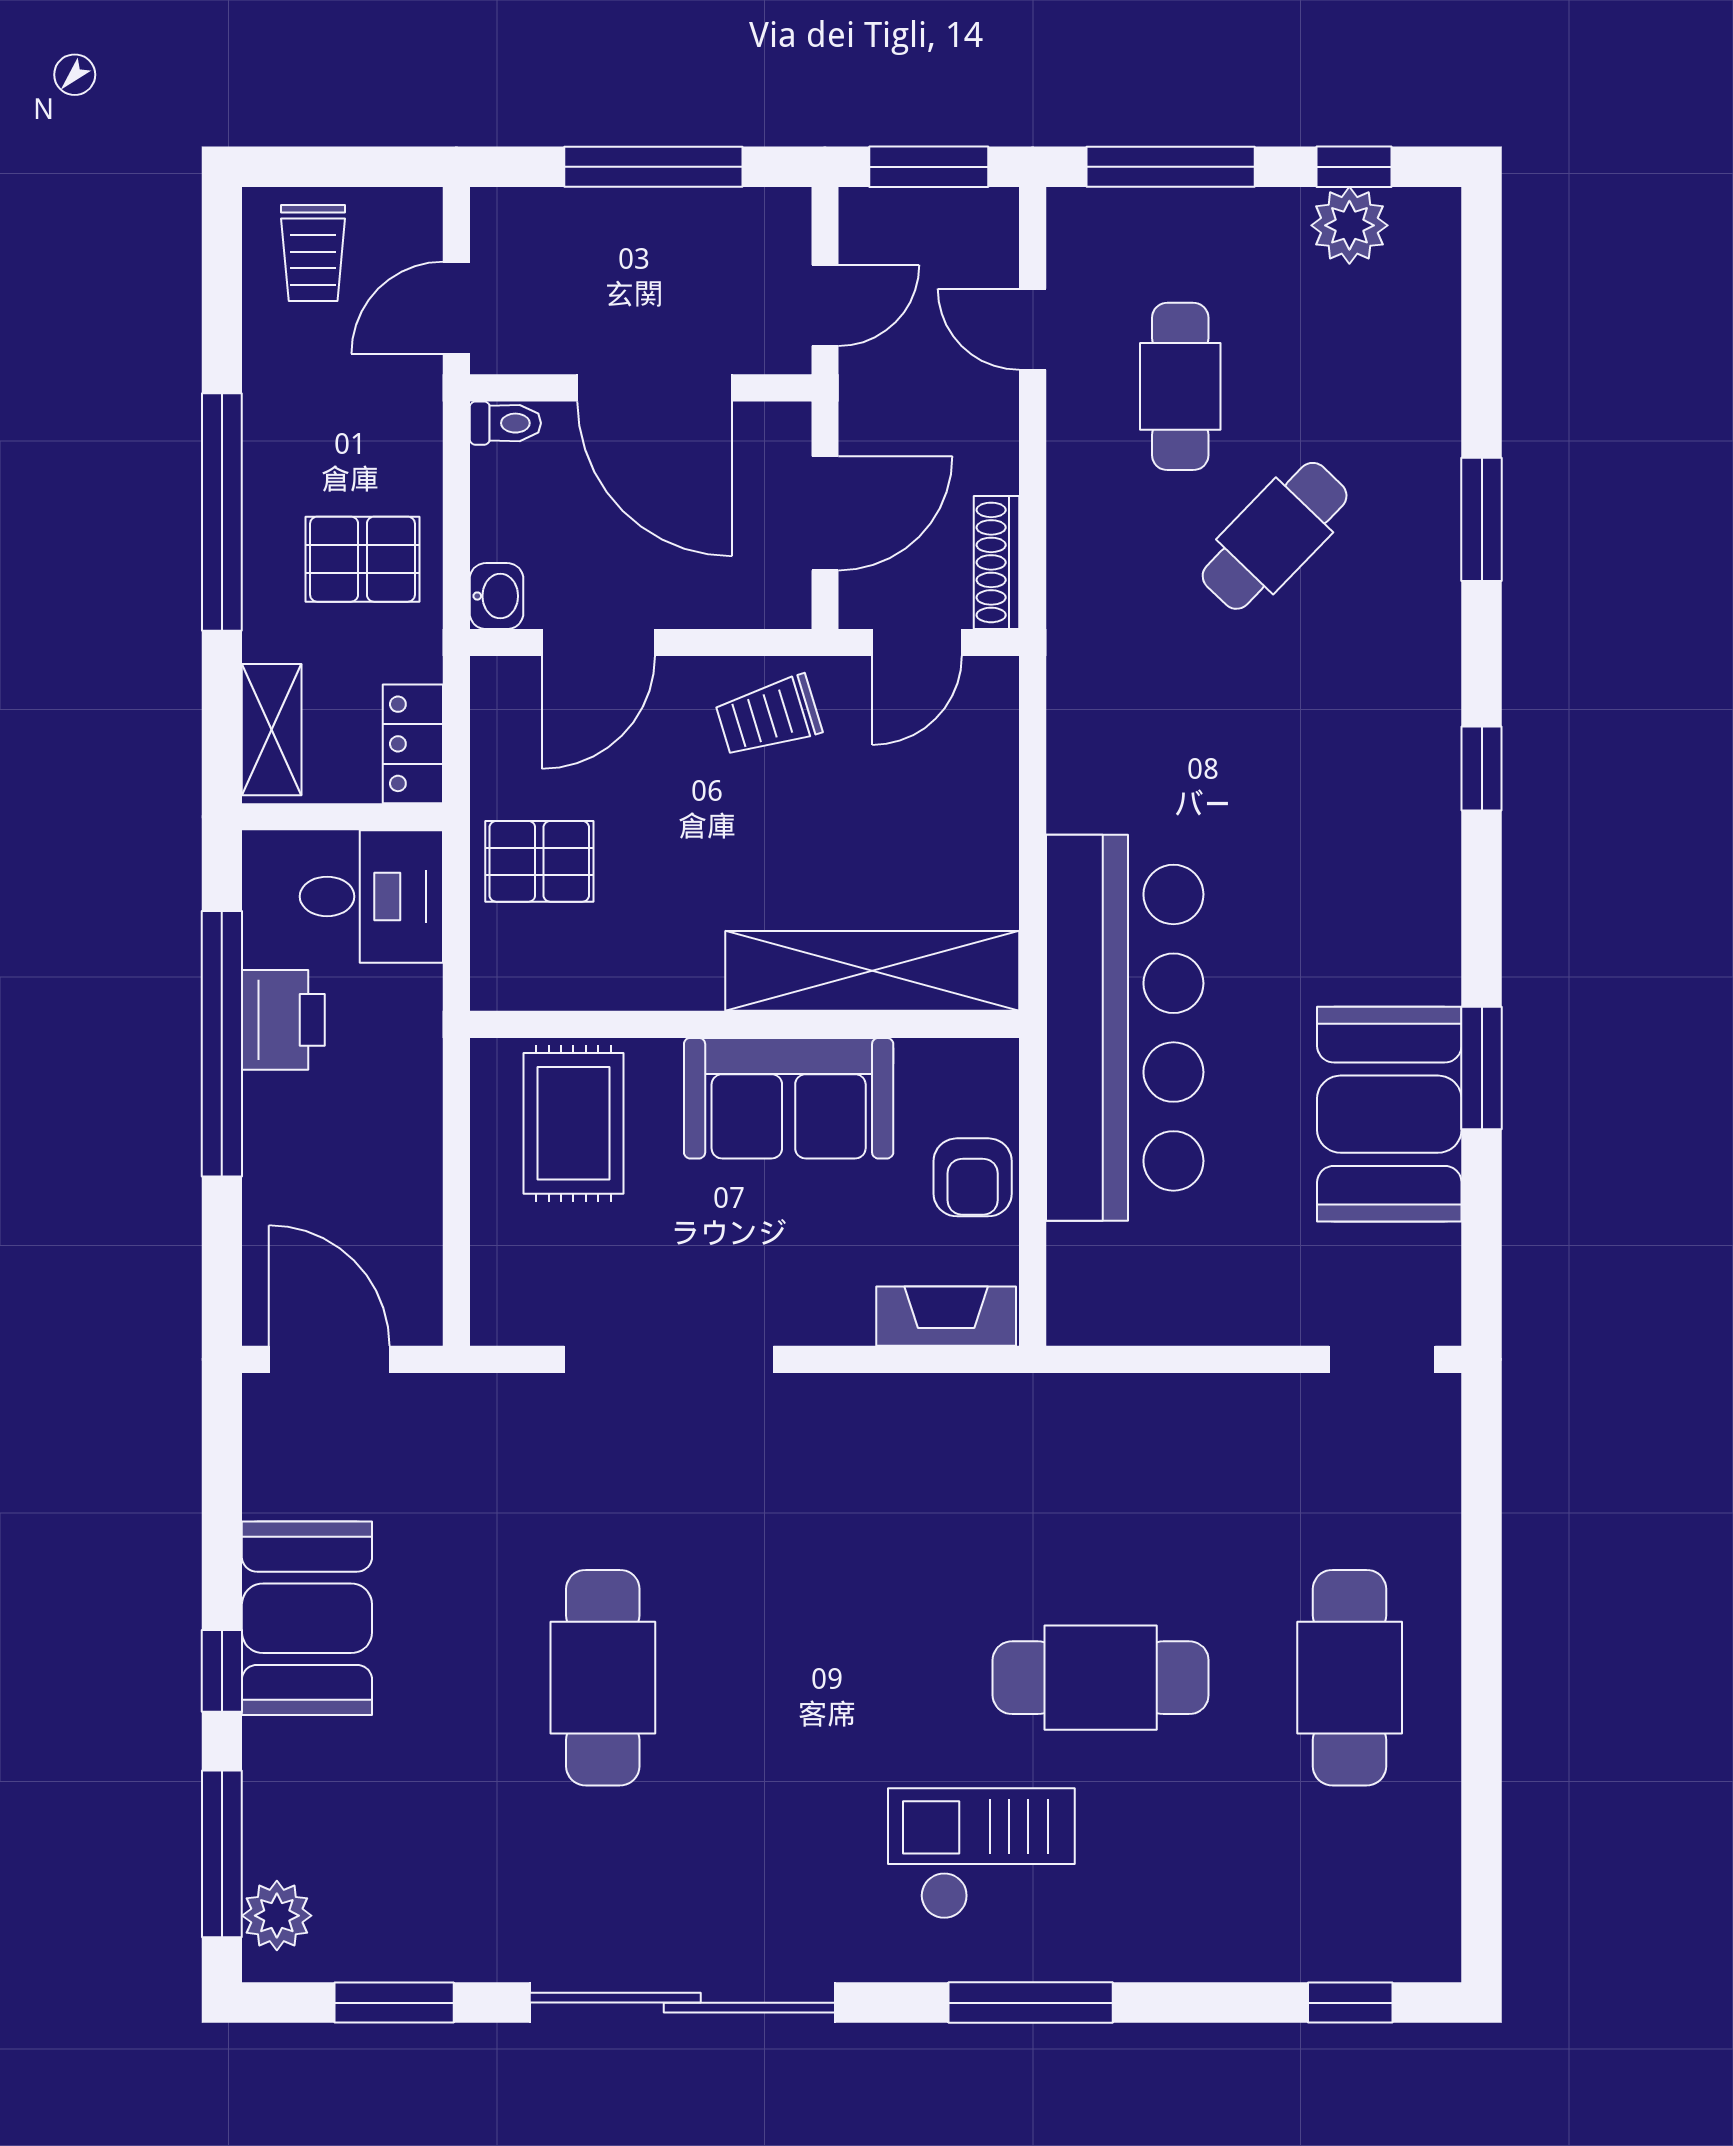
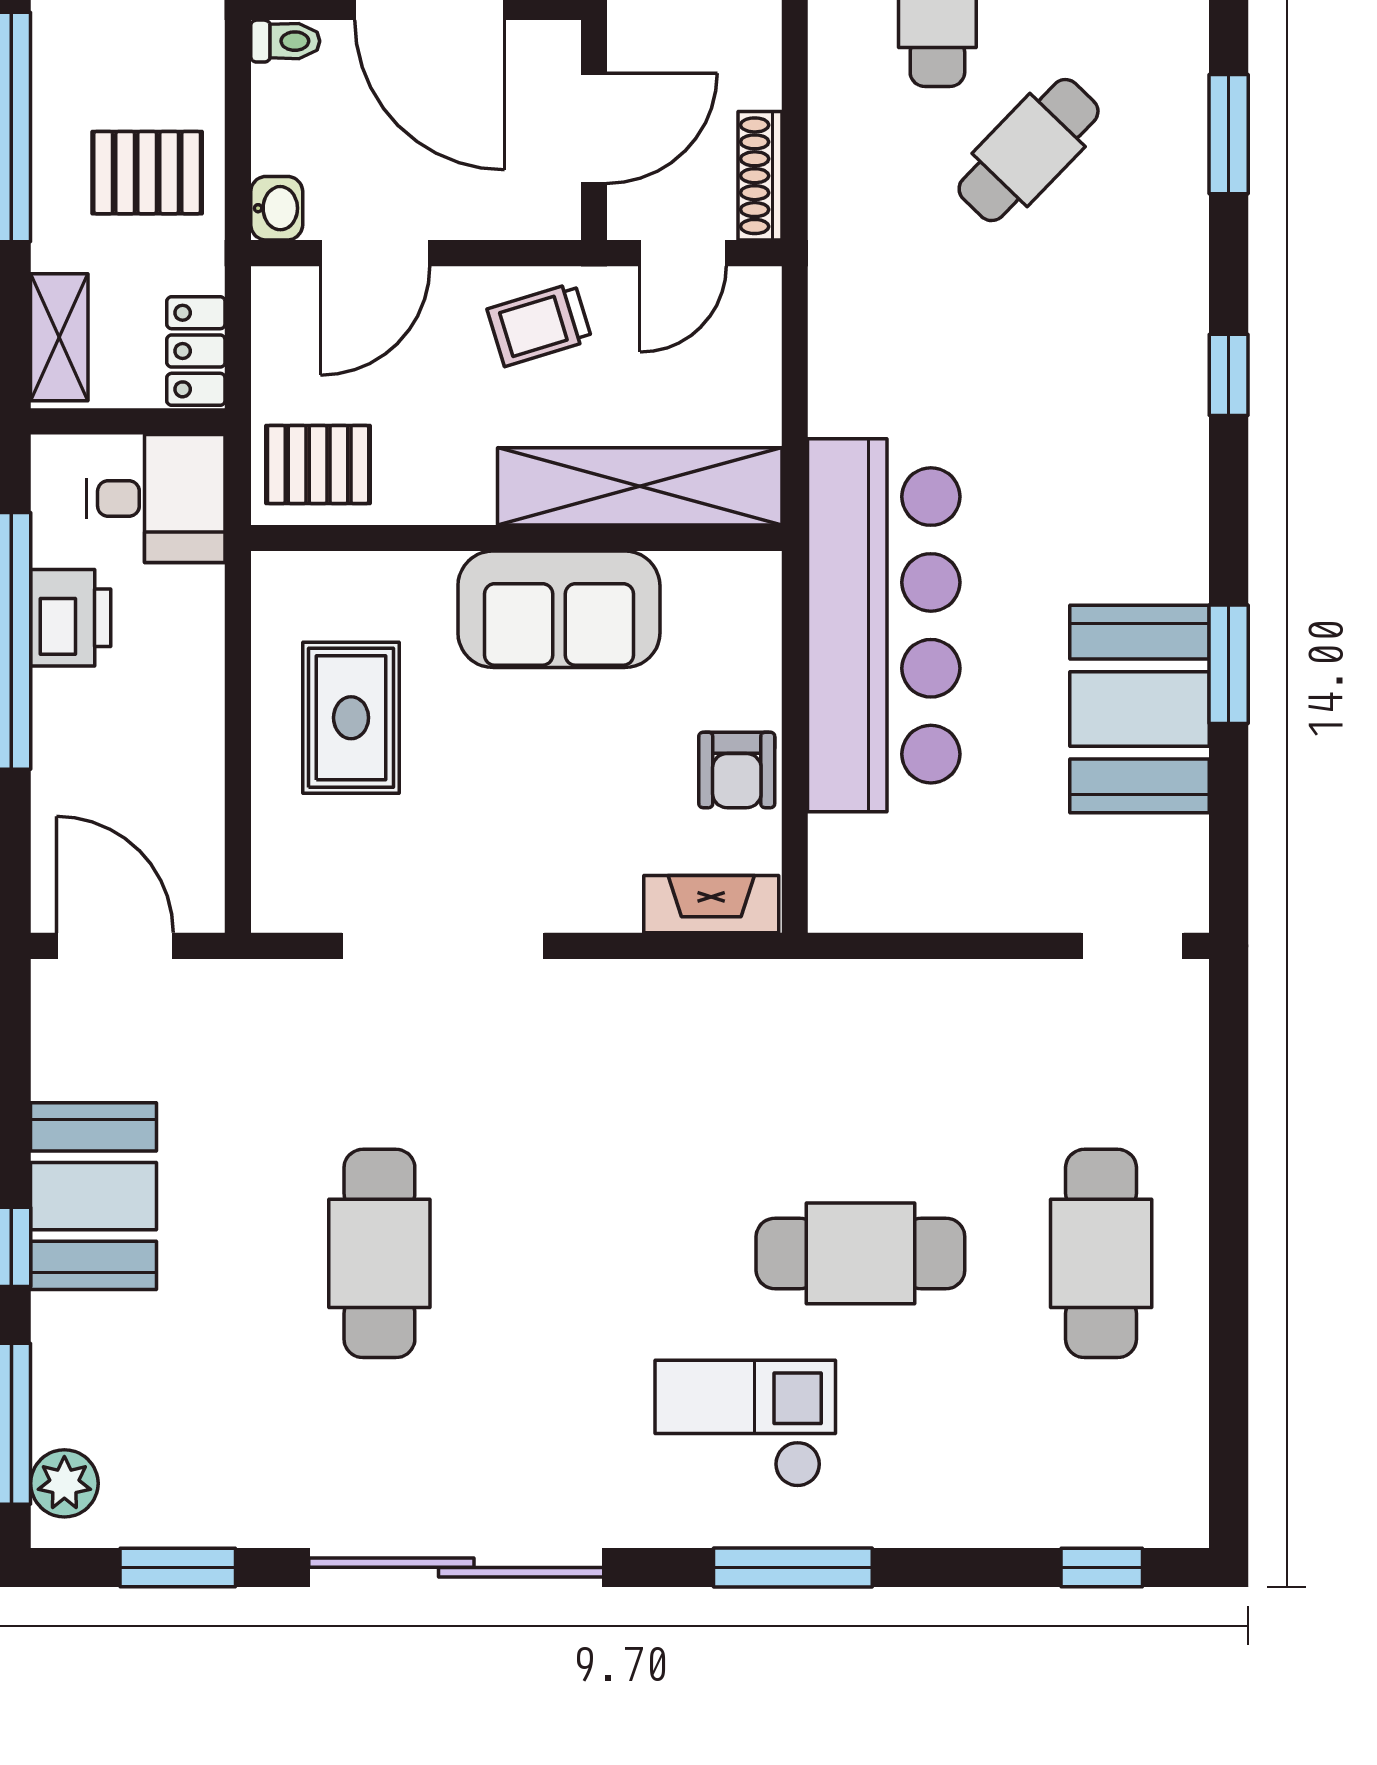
shelving: (872, 971) -> (640, 486), moved
wall: (744, 1024) -> (516, 538), moved
sofa: (789, 1098) -> (559, 609), moved

